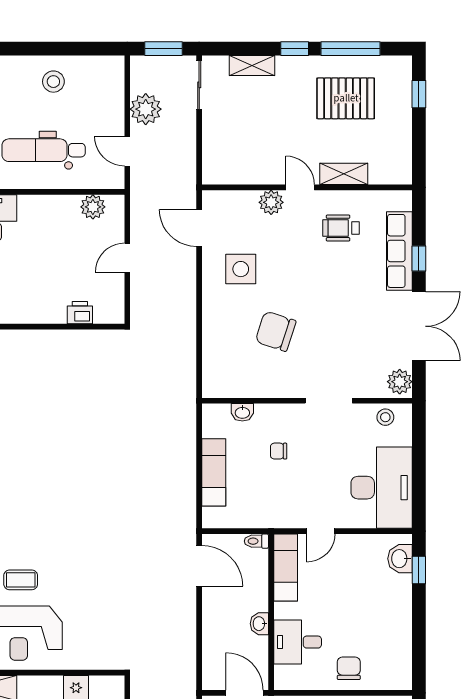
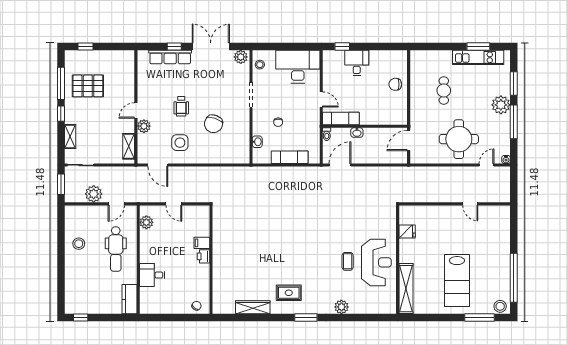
pallet: (346, 98) -> (88, 86), turned 90
shelving: (344, 174) -> (129, 146), moved
door: (199, 228) -> (158, 165), hinge flipped
wheelchair: (341, 228) -> (181, 106), moved
filing cabinet: (55, 310) -> (202, 243), added
printer: (80, 313) -> (203, 256), moved
washbasin: (400, 559) -> (336, 57), removed
washbasin: (259, 624) -> (357, 133), moved
desk: (298, 642) -> (357, 63), moved, turned 180

